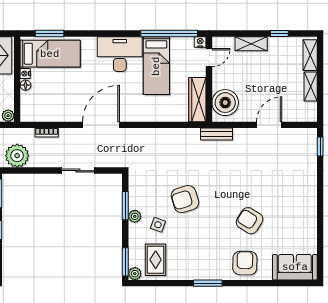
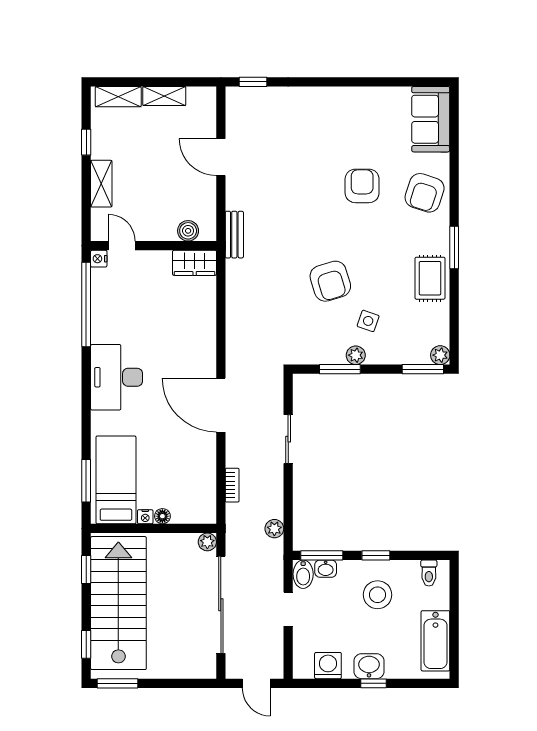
bed: (156, 66) -> (133, 323), removed
wardrobe: (197, 100) -> (195, 263), width x0.67
boiler: (225, 103) -> (188, 231), width x0.54, depth x0.54
plant: (17, 156) -> (274, 529), width x0.53, depth x0.53
armchair: (250, 221) -> (362, 186), turned 148
rug: (156, 260) -> (430, 278), moved, turned 90
armchair: (245, 263) -> (425, 193), turned -73

